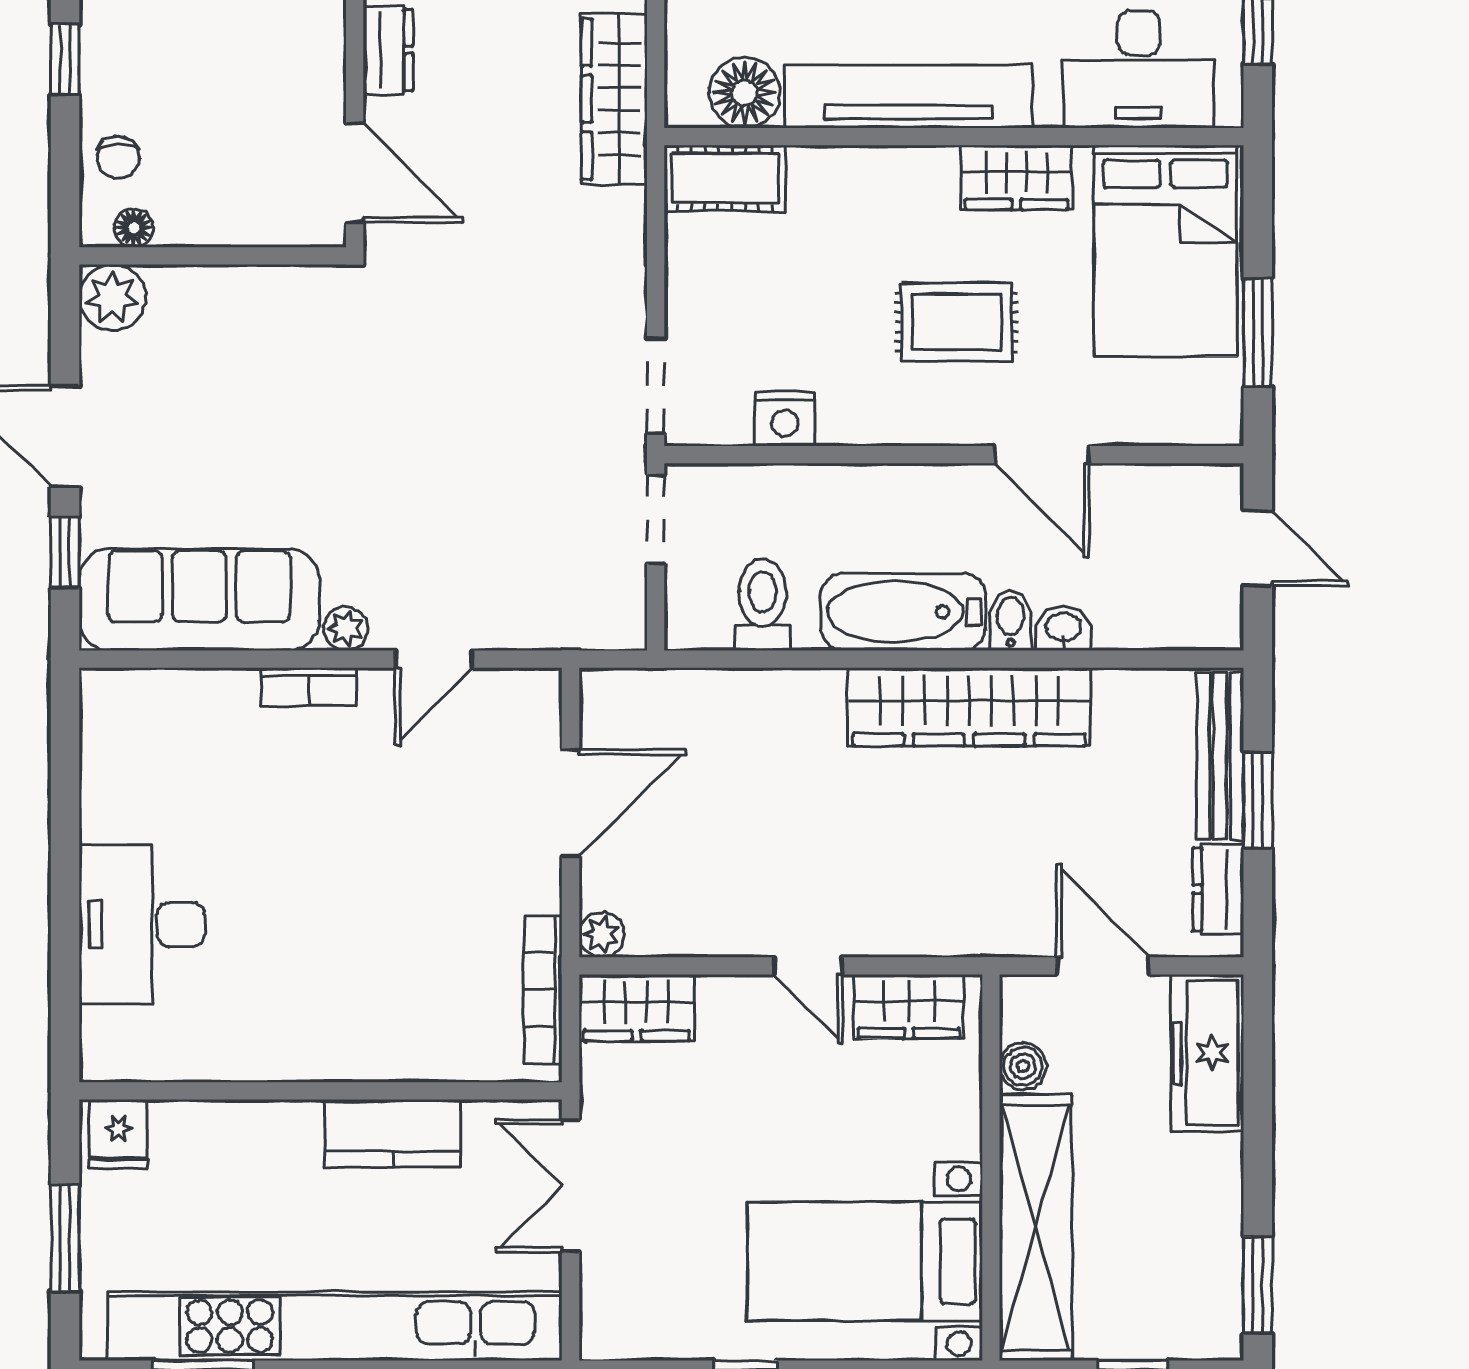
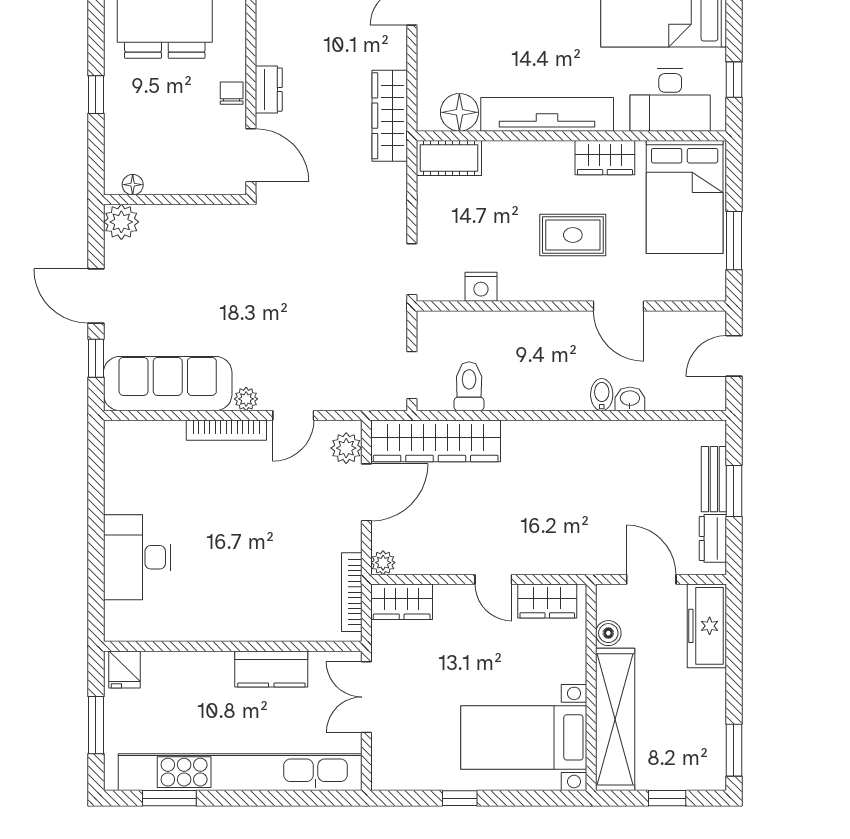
chair: (118, 157) -> (232, 93), moved, turned 180
doorway: (656, 519) -> (412, 375), moved
door: (1258, 548) -> (734, 356), swing flipped
bathtub: (903, 612) -> (544, 390), removed
bookcase: (309, 687) -> (226, 430), width x1.56
wardrobe: (969, 707) -> (436, 441), moved
plant: (533, 720) -> (346, 448), added
bench: (1220, 756) -> (714, 479), width x0.73

